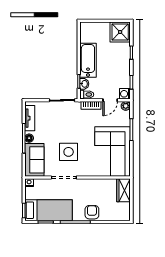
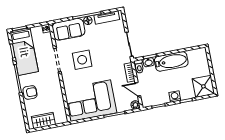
washing machine: (125, 94) -> (175, 96), moved
wardrobe: (124, 190) -> (43, 120), moved

